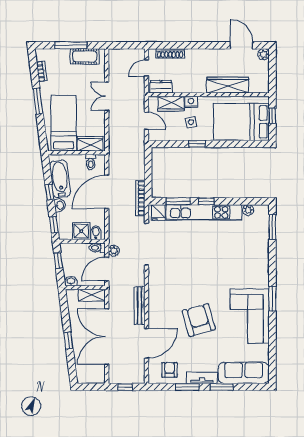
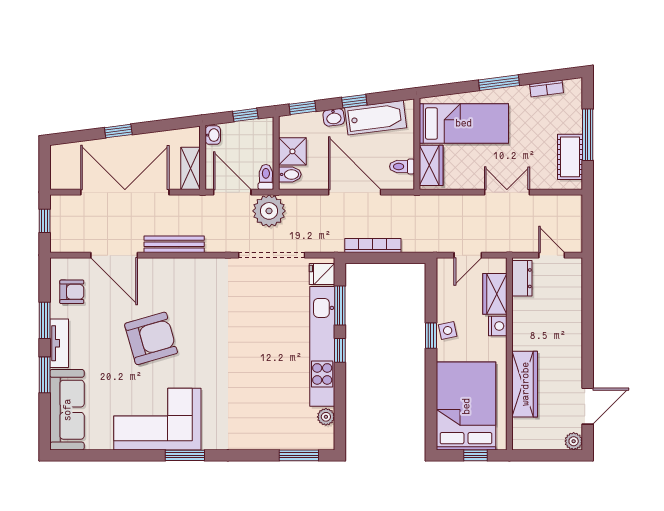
shoe rack: (170, 53) -> (575, 293), removed
side table: (191, 122) -> (448, 330), moved
bookcase: (140, 198) -> (373, 245), moved
plant: (114, 251) -> (269, 211), width x1.88, depth x1.88

